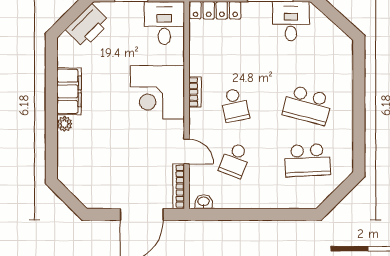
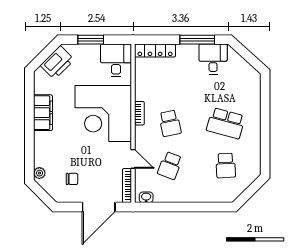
corner desk: (157, 92) -> (103, 114), width x1.36, depth x1.36
plant: (65, 124) -> (39, 173), moved
school desk: (307, 160) -> (226, 166), width x0.54
chair: (107, 178) -> (72, 179), added

